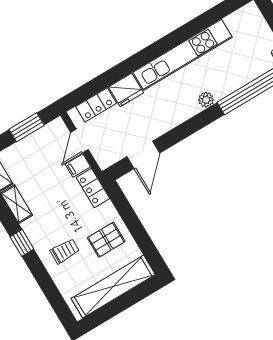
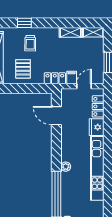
door: (80, 141) -> (84, 86), hinge flipped
window: (22, 243) -> (24, 23), moved

